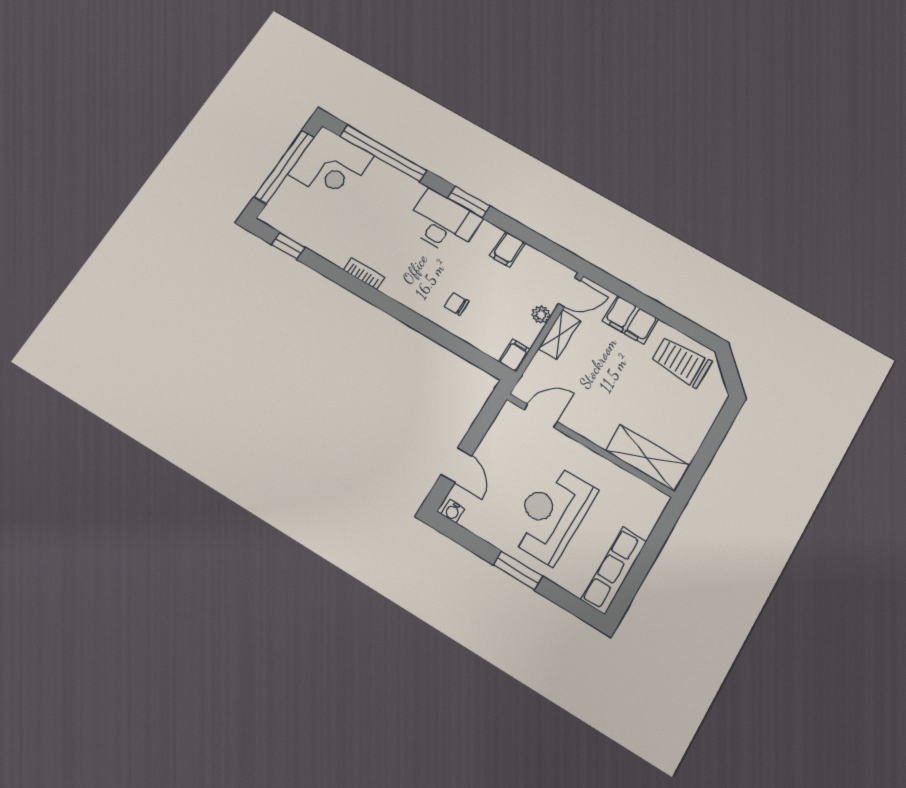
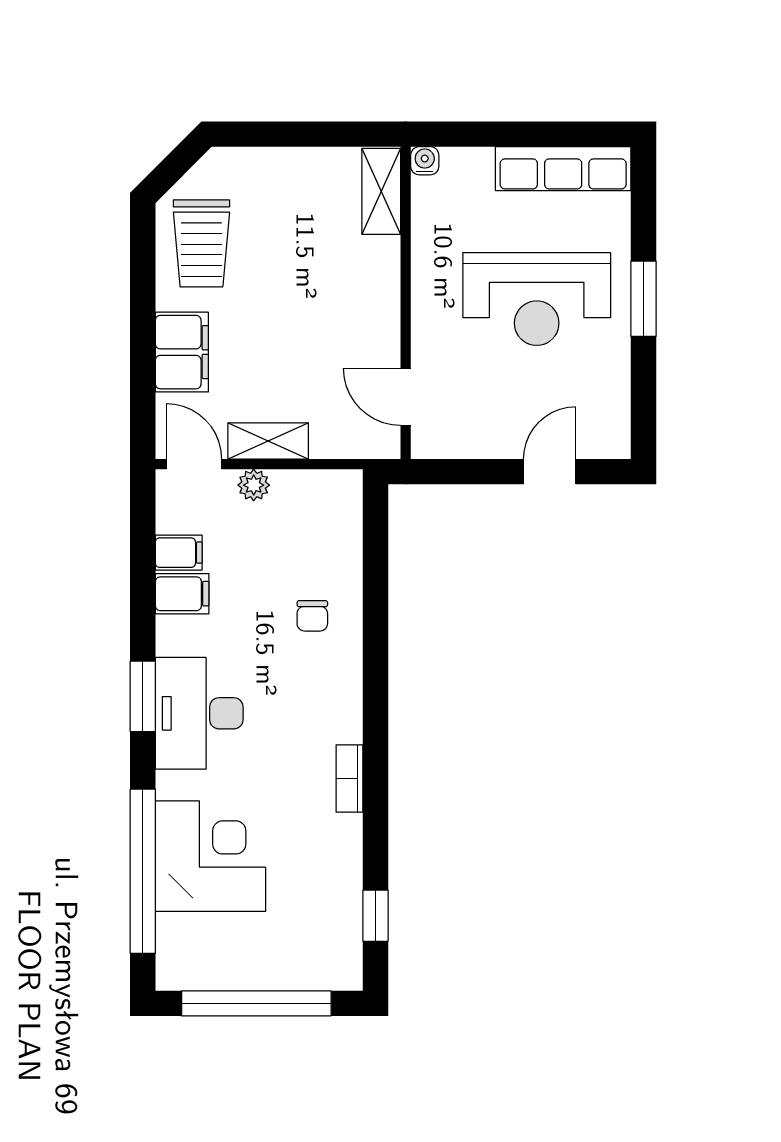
corner desk: (331, 165) -> (210, 856), moved
filing cabinet: (514, 356) -> (179, 553), moved, turned 180
shelving: (647, 458) -> (381, 191), width x0.67, depth x0.75
water cooler: (453, 511) -> (425, 161), moved, turned -90

